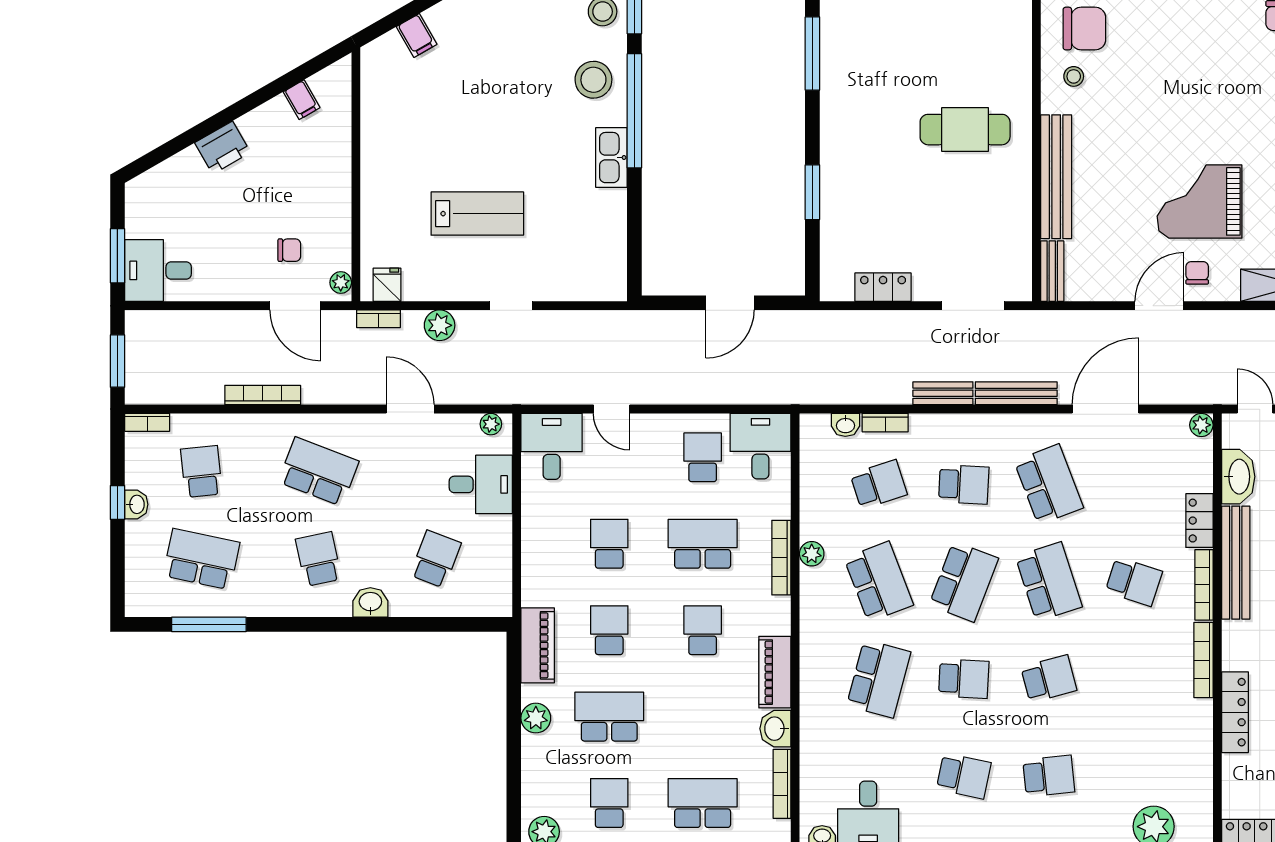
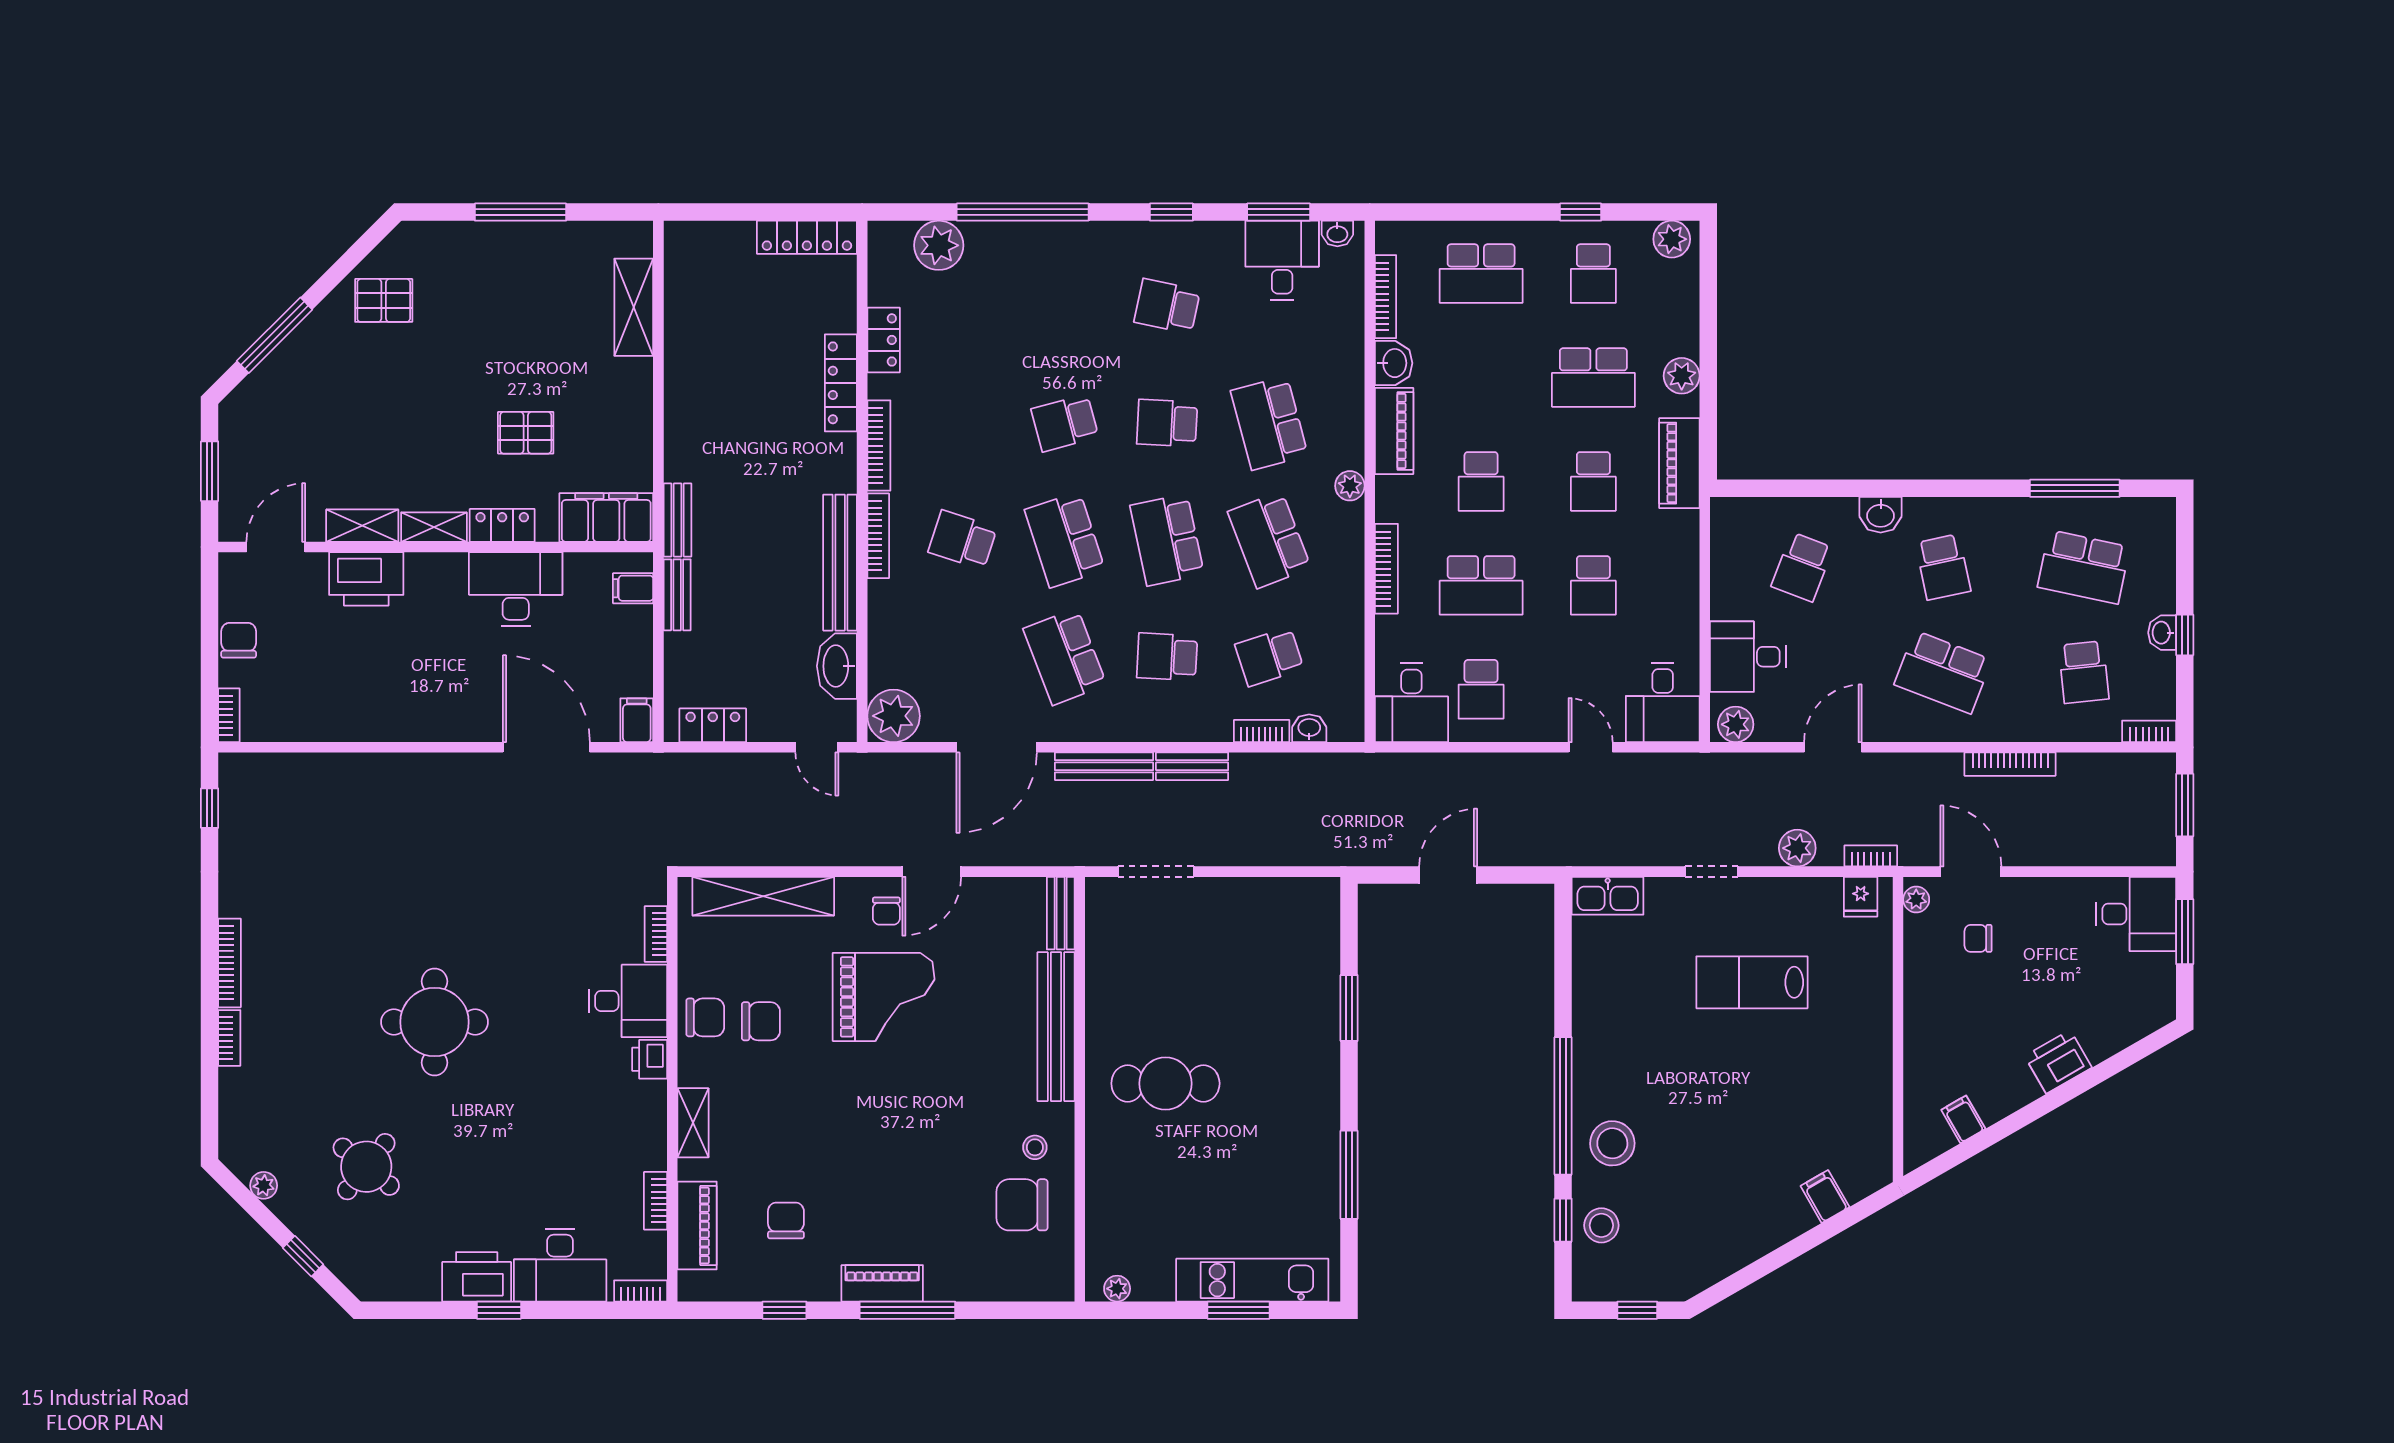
kitchen sink: (611, 158) -> (1608, 896), moved, turned 90
locker: (883, 287) -> (1264, 894), removed
door: (410, 409) -> (1833, 747), swing flipped
plant: (491, 424) -> (1736, 724), width x1.38, depth x1.38
plant: (1201, 425) -> (894, 716), width x1.88, depth x1.88
locker: (1199, 521) -> (884, 340), moved
plant: (812, 554) -> (1350, 486), moved
school desk: (964, 582) -> (1167, 540), turned -33
school desk: (879, 679) -> (1269, 423), turned -30
school desk: (1049, 776) -> (1065, 306), removed

